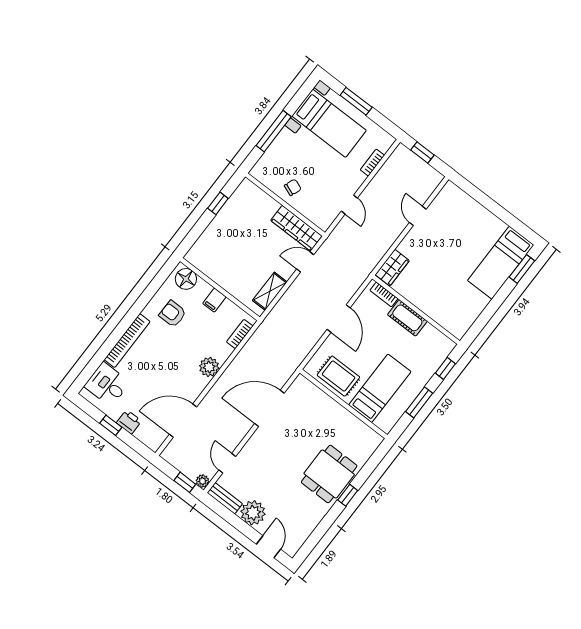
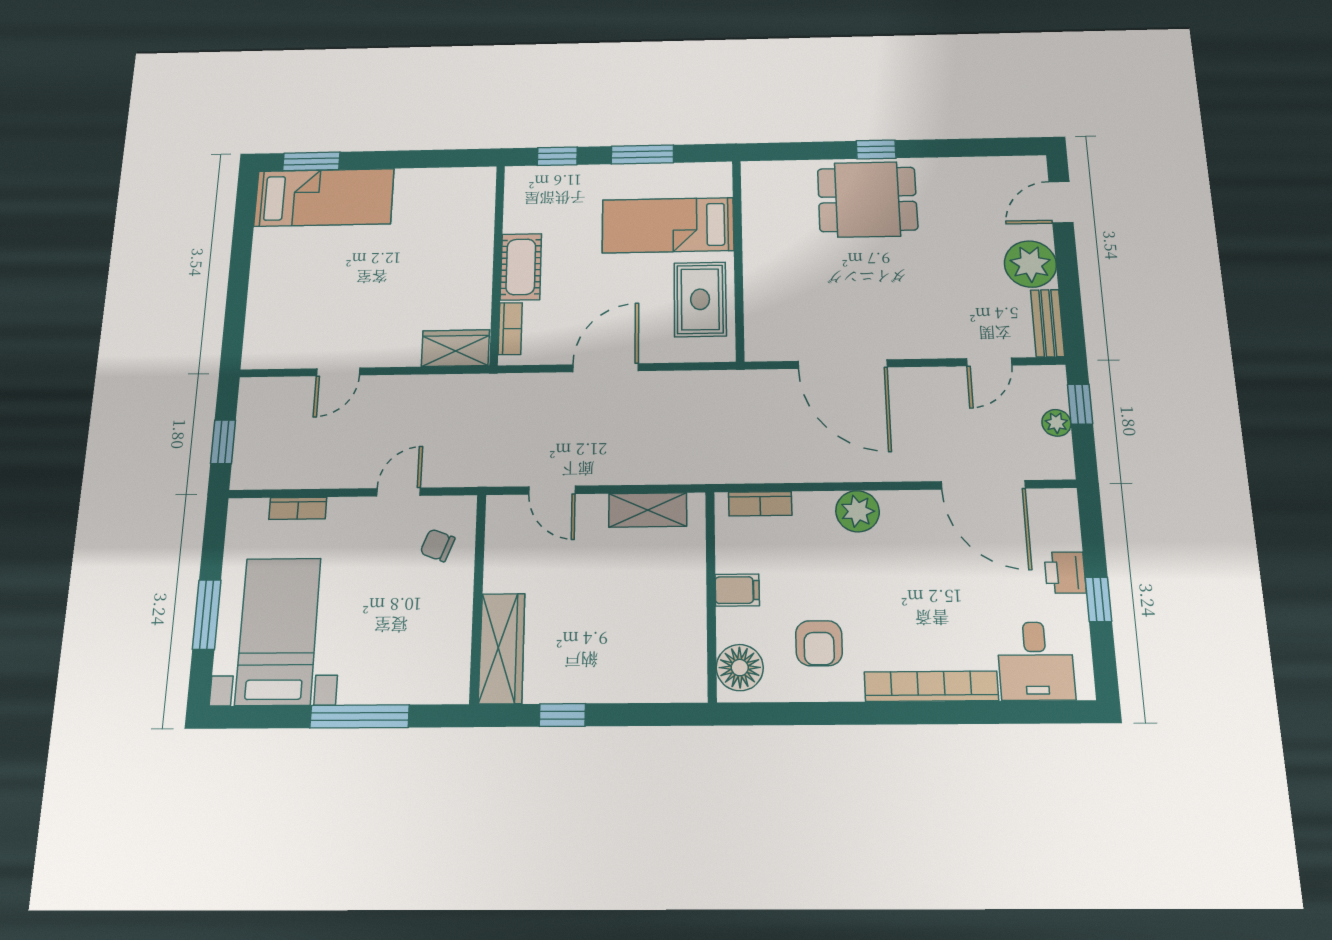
chair: (293, 187) -> (438, 545), moved
wardrobe: (296, 228) -> (502, 648), moved
plant: (202, 481) -> (1056, 423), moved

